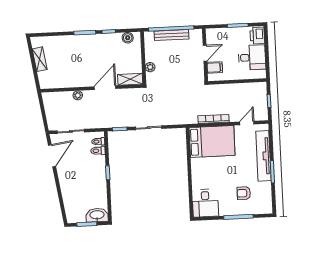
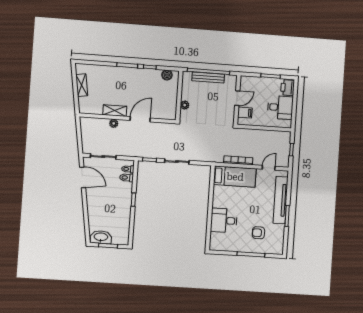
shelving: (130, 79) -> (115, 111), moved
bed: (212, 142) -> (235, 177), width x0.67
door: (52, 156) -> (83, 177), hinge flipped
desk: (205, 203) -> (224, 220), moved, turned 90
washbasin: (97, 215) -> (101, 237), moved

